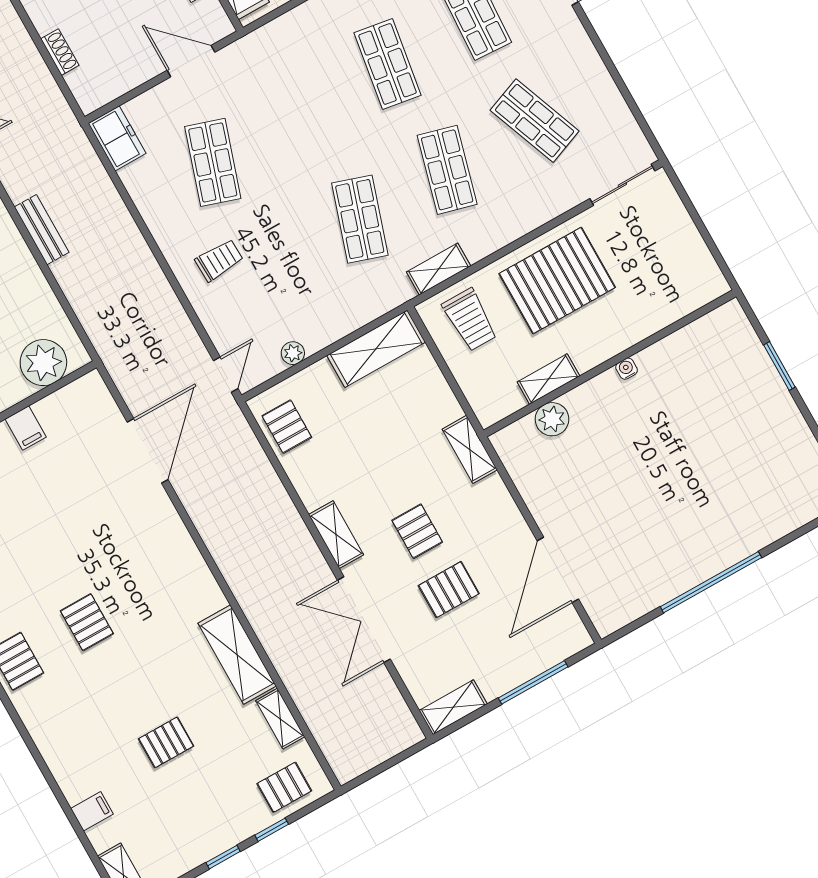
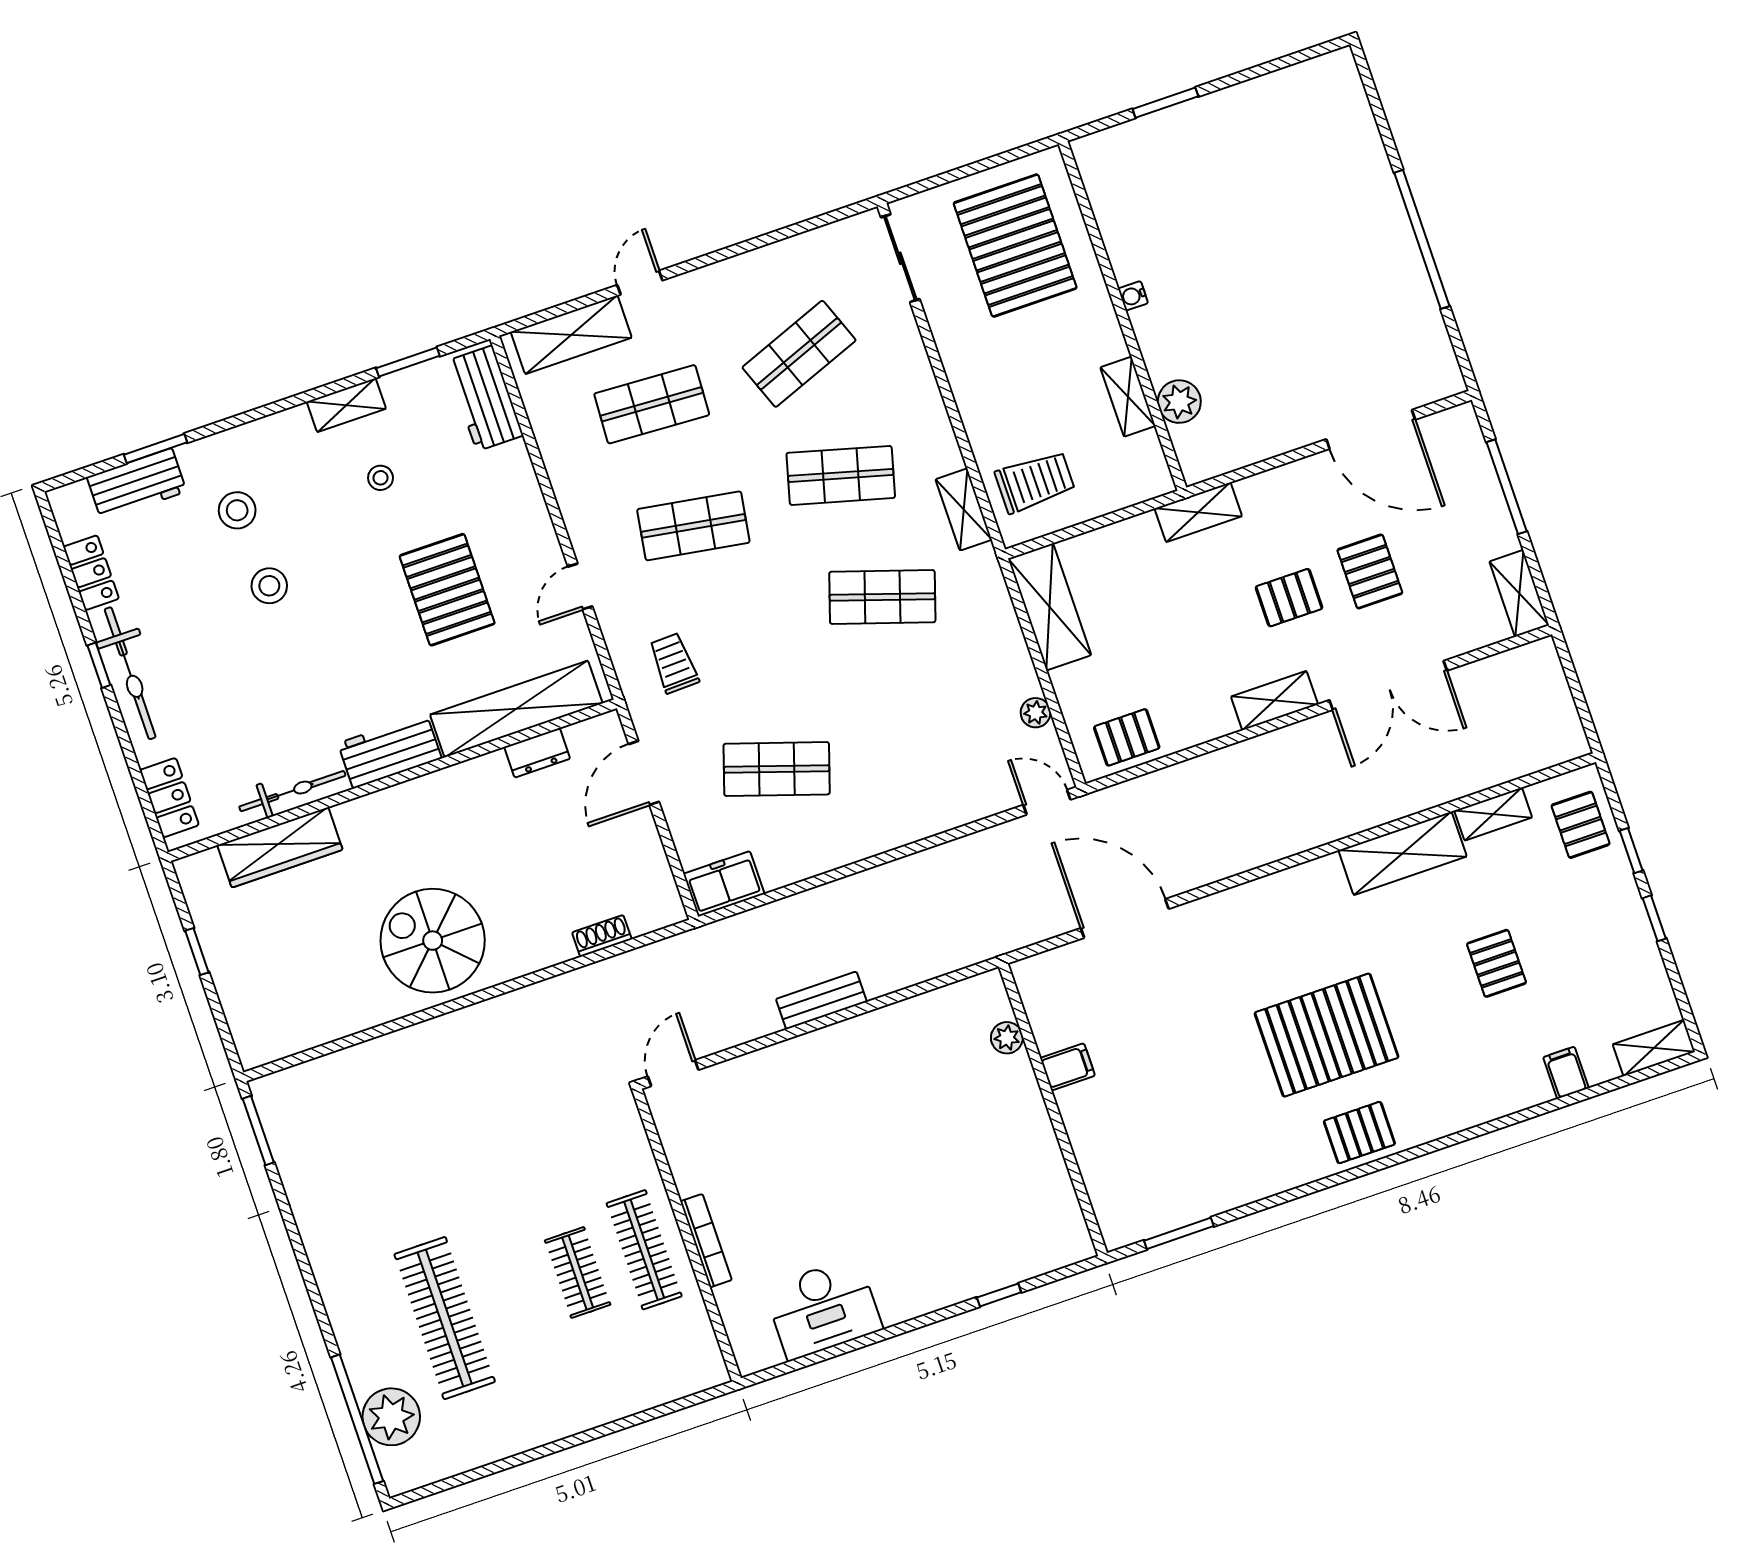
trolley: (219, 260) -> (674, 663), moved
pallet: (557, 281) -> (1015, 246), moved
plant: (43, 363) -> (1007, 1038), width x0.53, depth x0.53
pallet: (87, 622) -> (1327, 1035), width x2.05, depth x2.00

